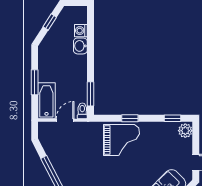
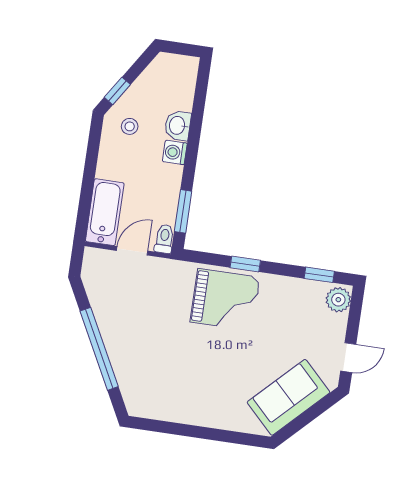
window: (50, 22) -> (117, 91), moved
washing machine: (81, 31) -> (175, 152), moved
stool: (53, 50) -> (130, 126), added
window: (35, 82) -> (89, 177), removed

